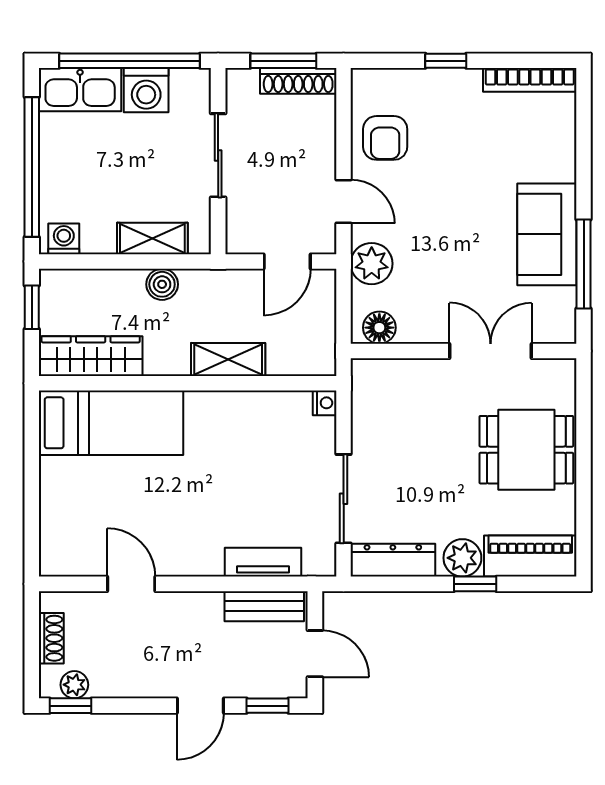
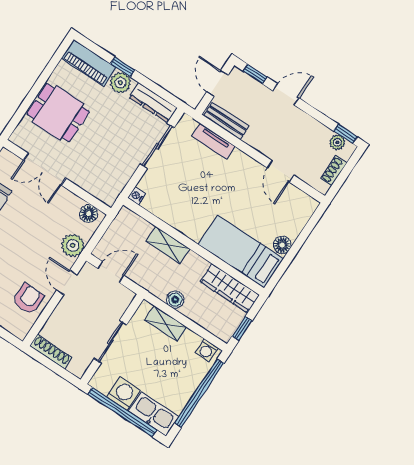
window: (283, 61) -> (52, 365), removed
floor lamp: (55, 474) -> (282, 245), added

